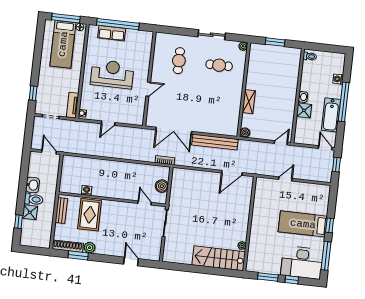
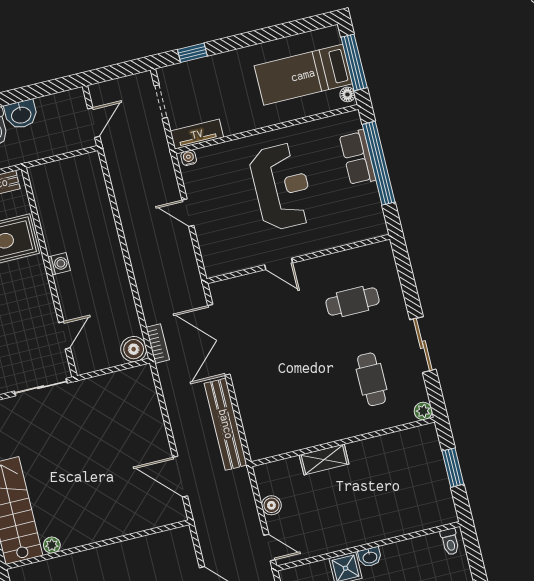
boiler: (245, 133) -> (271, 505), moved
boiler: (162, 186) -> (134, 349), moved
washing machine: (87, 190) -> (59, 264), moved

